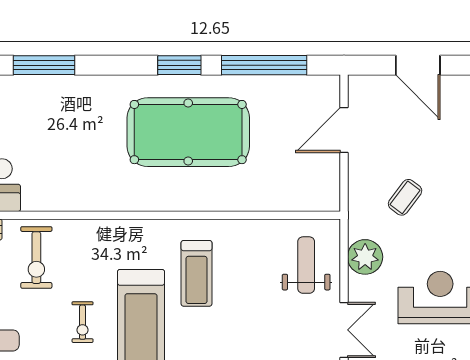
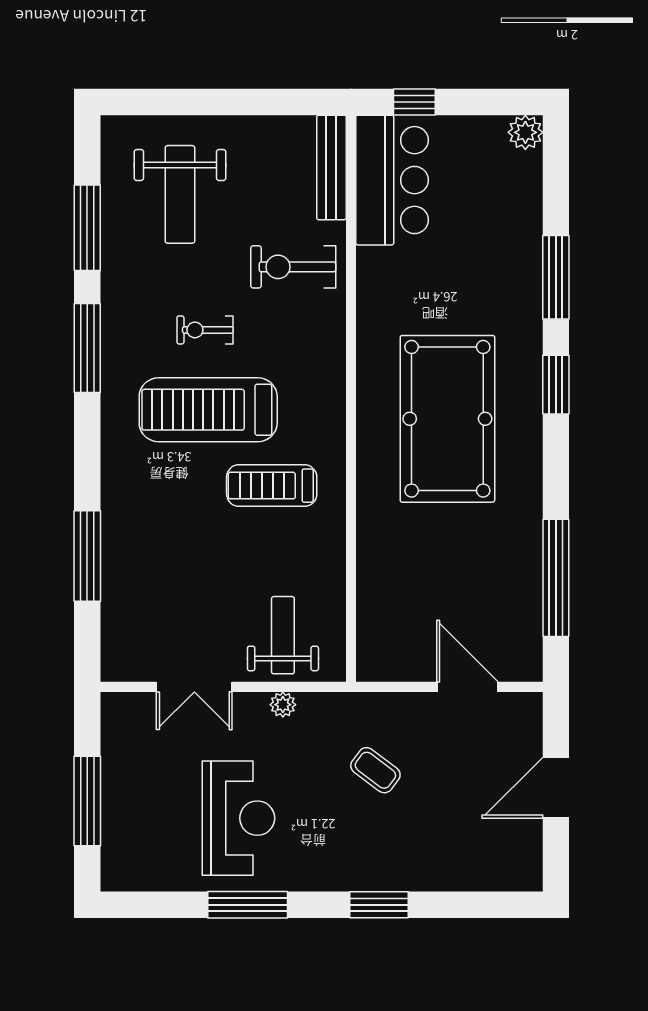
window: (179, 65) -> (556, 385), moved
pool table: (188, 132) -> (447, 419), moved
plant: (365, 257) -> (283, 705), width x0.53, depth x0.53
weight bench: (306, 265) -> (283, 635), turned -90

